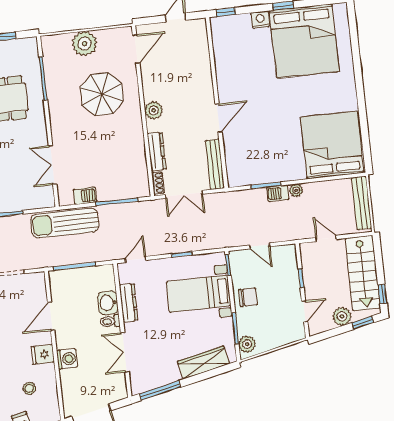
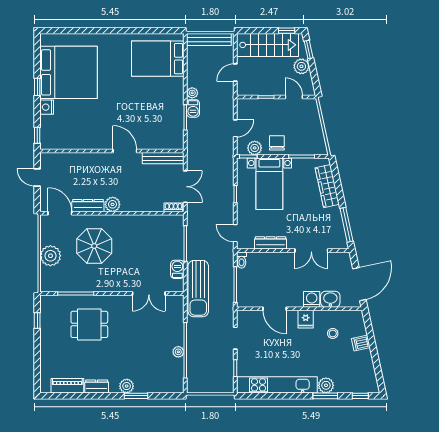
bed: (332, 145) -> (158, 59), width x0.73
dresser: (157, 152) -> (88, 206), moved
washbasin: (108, 303) -> (330, 299), moved, turned 180
toilet: (110, 321) -> (242, 260), moved
plant: (247, 344) -> (255, 148), moved

